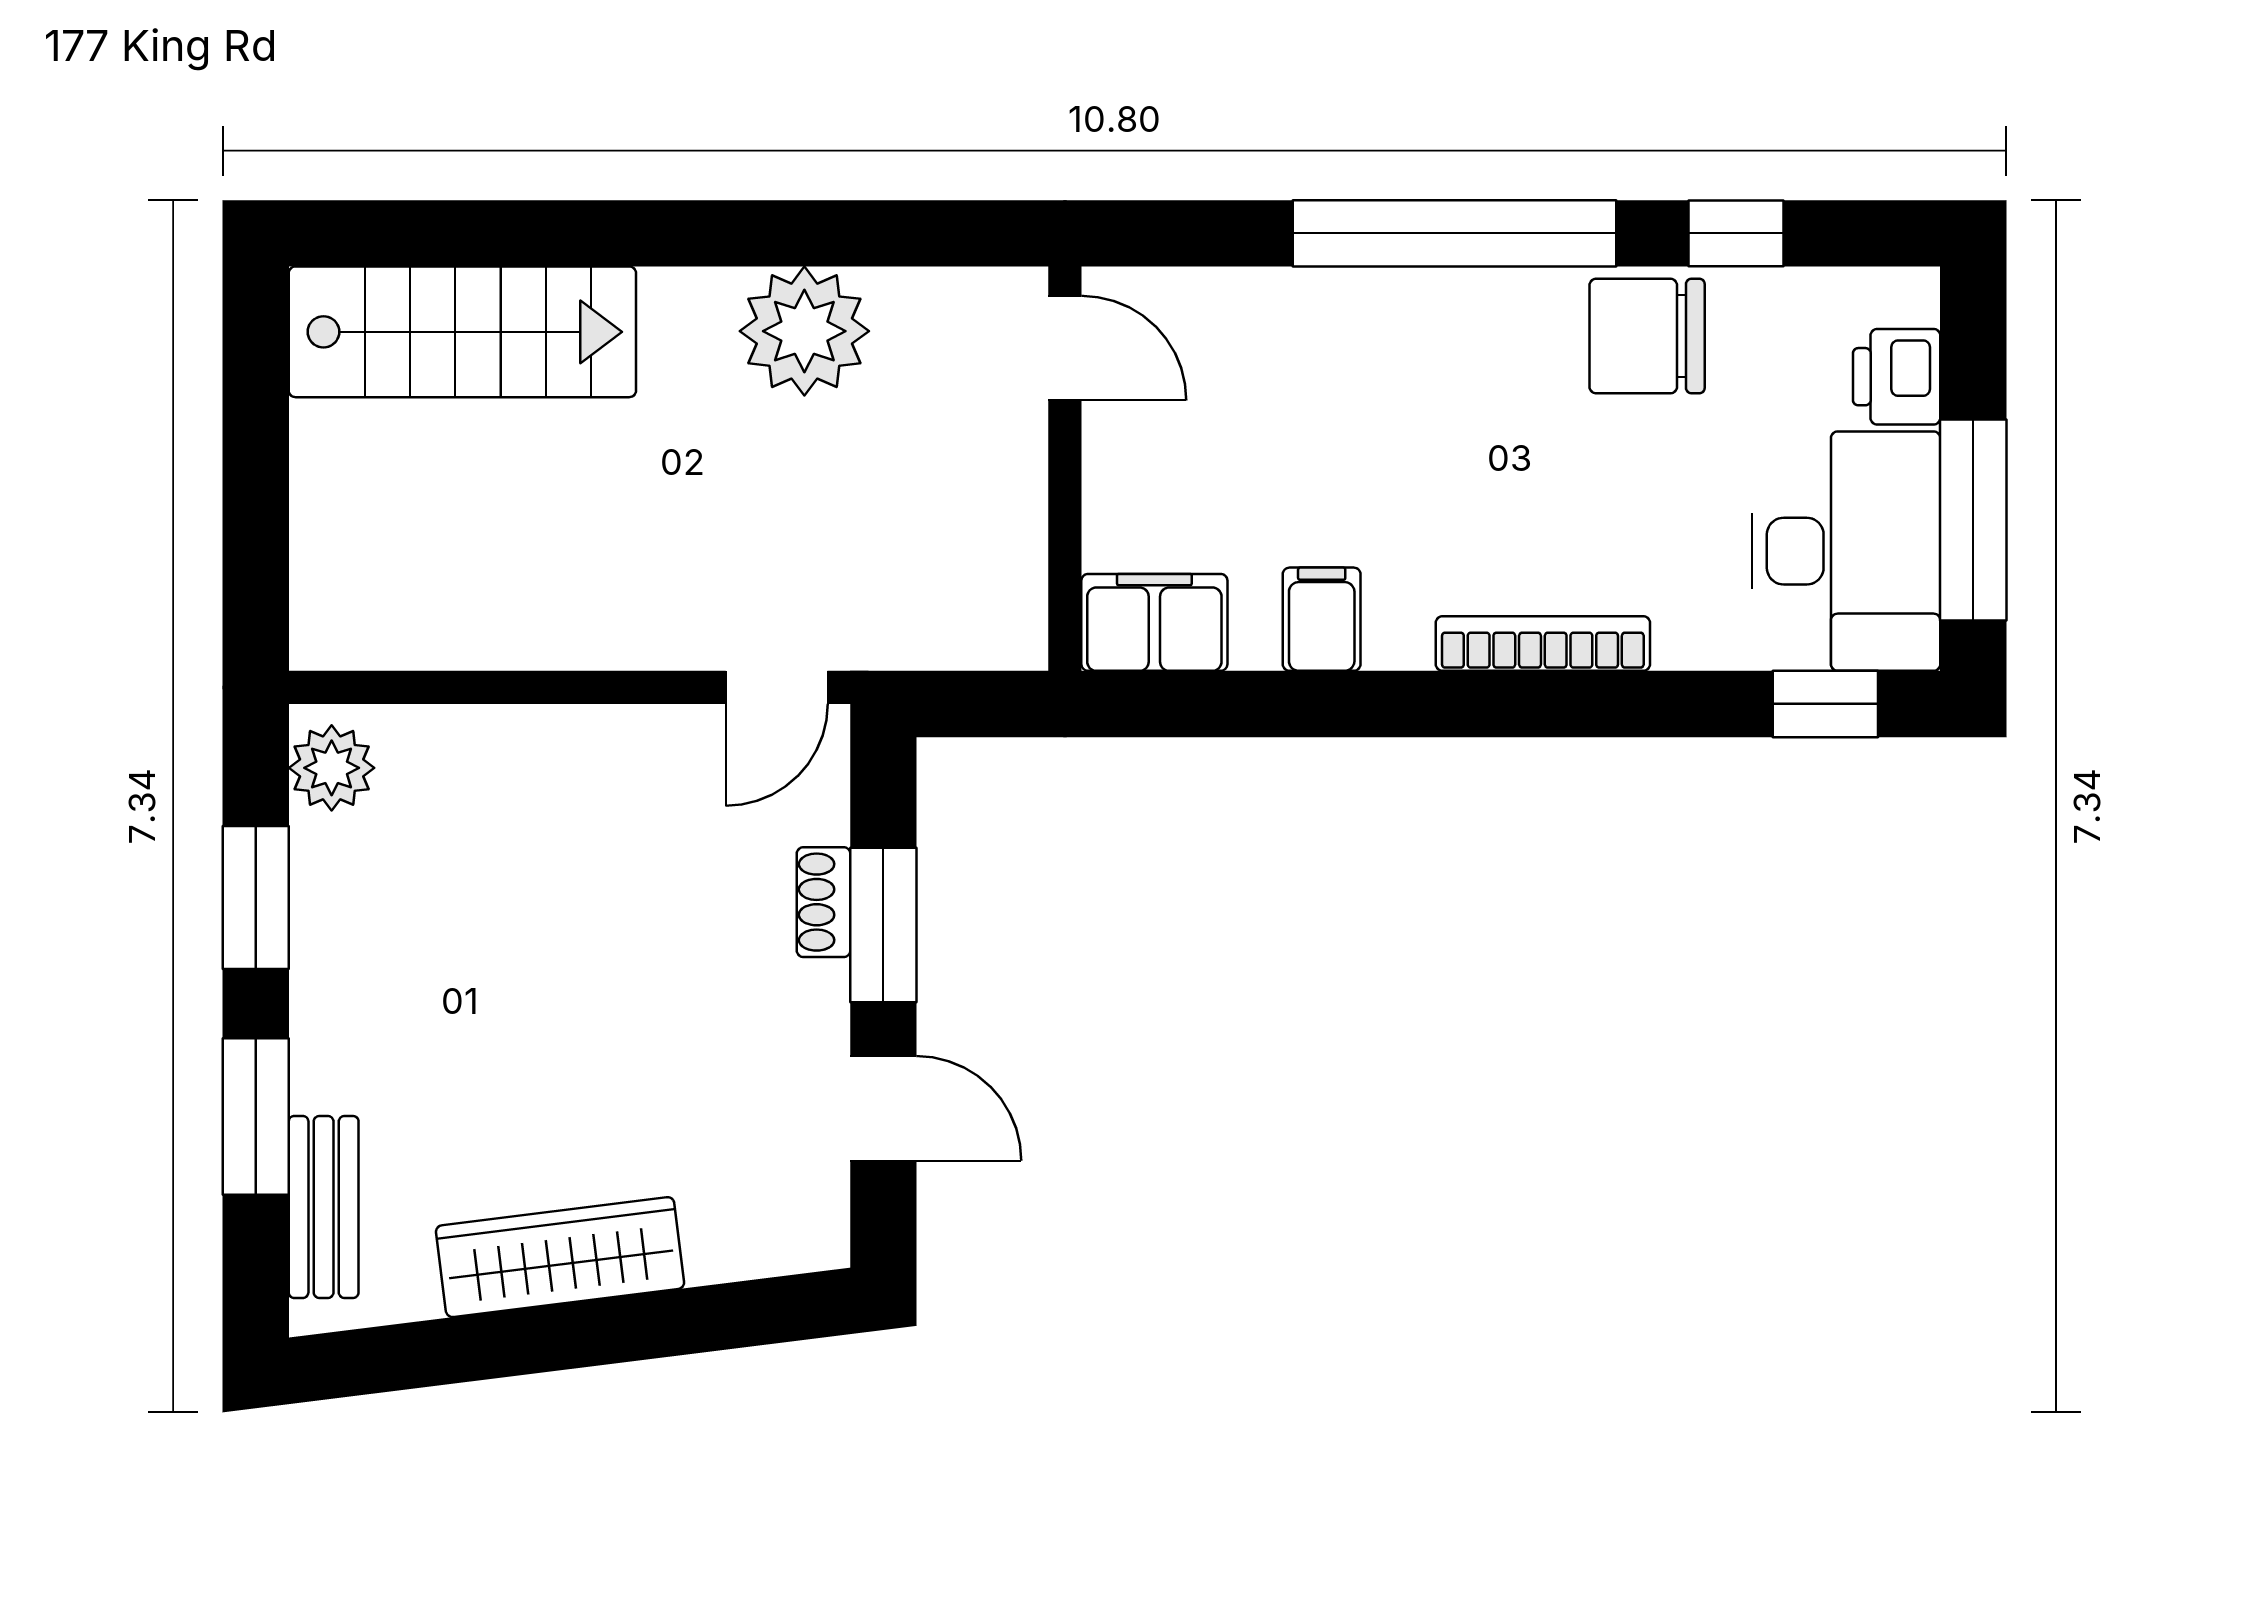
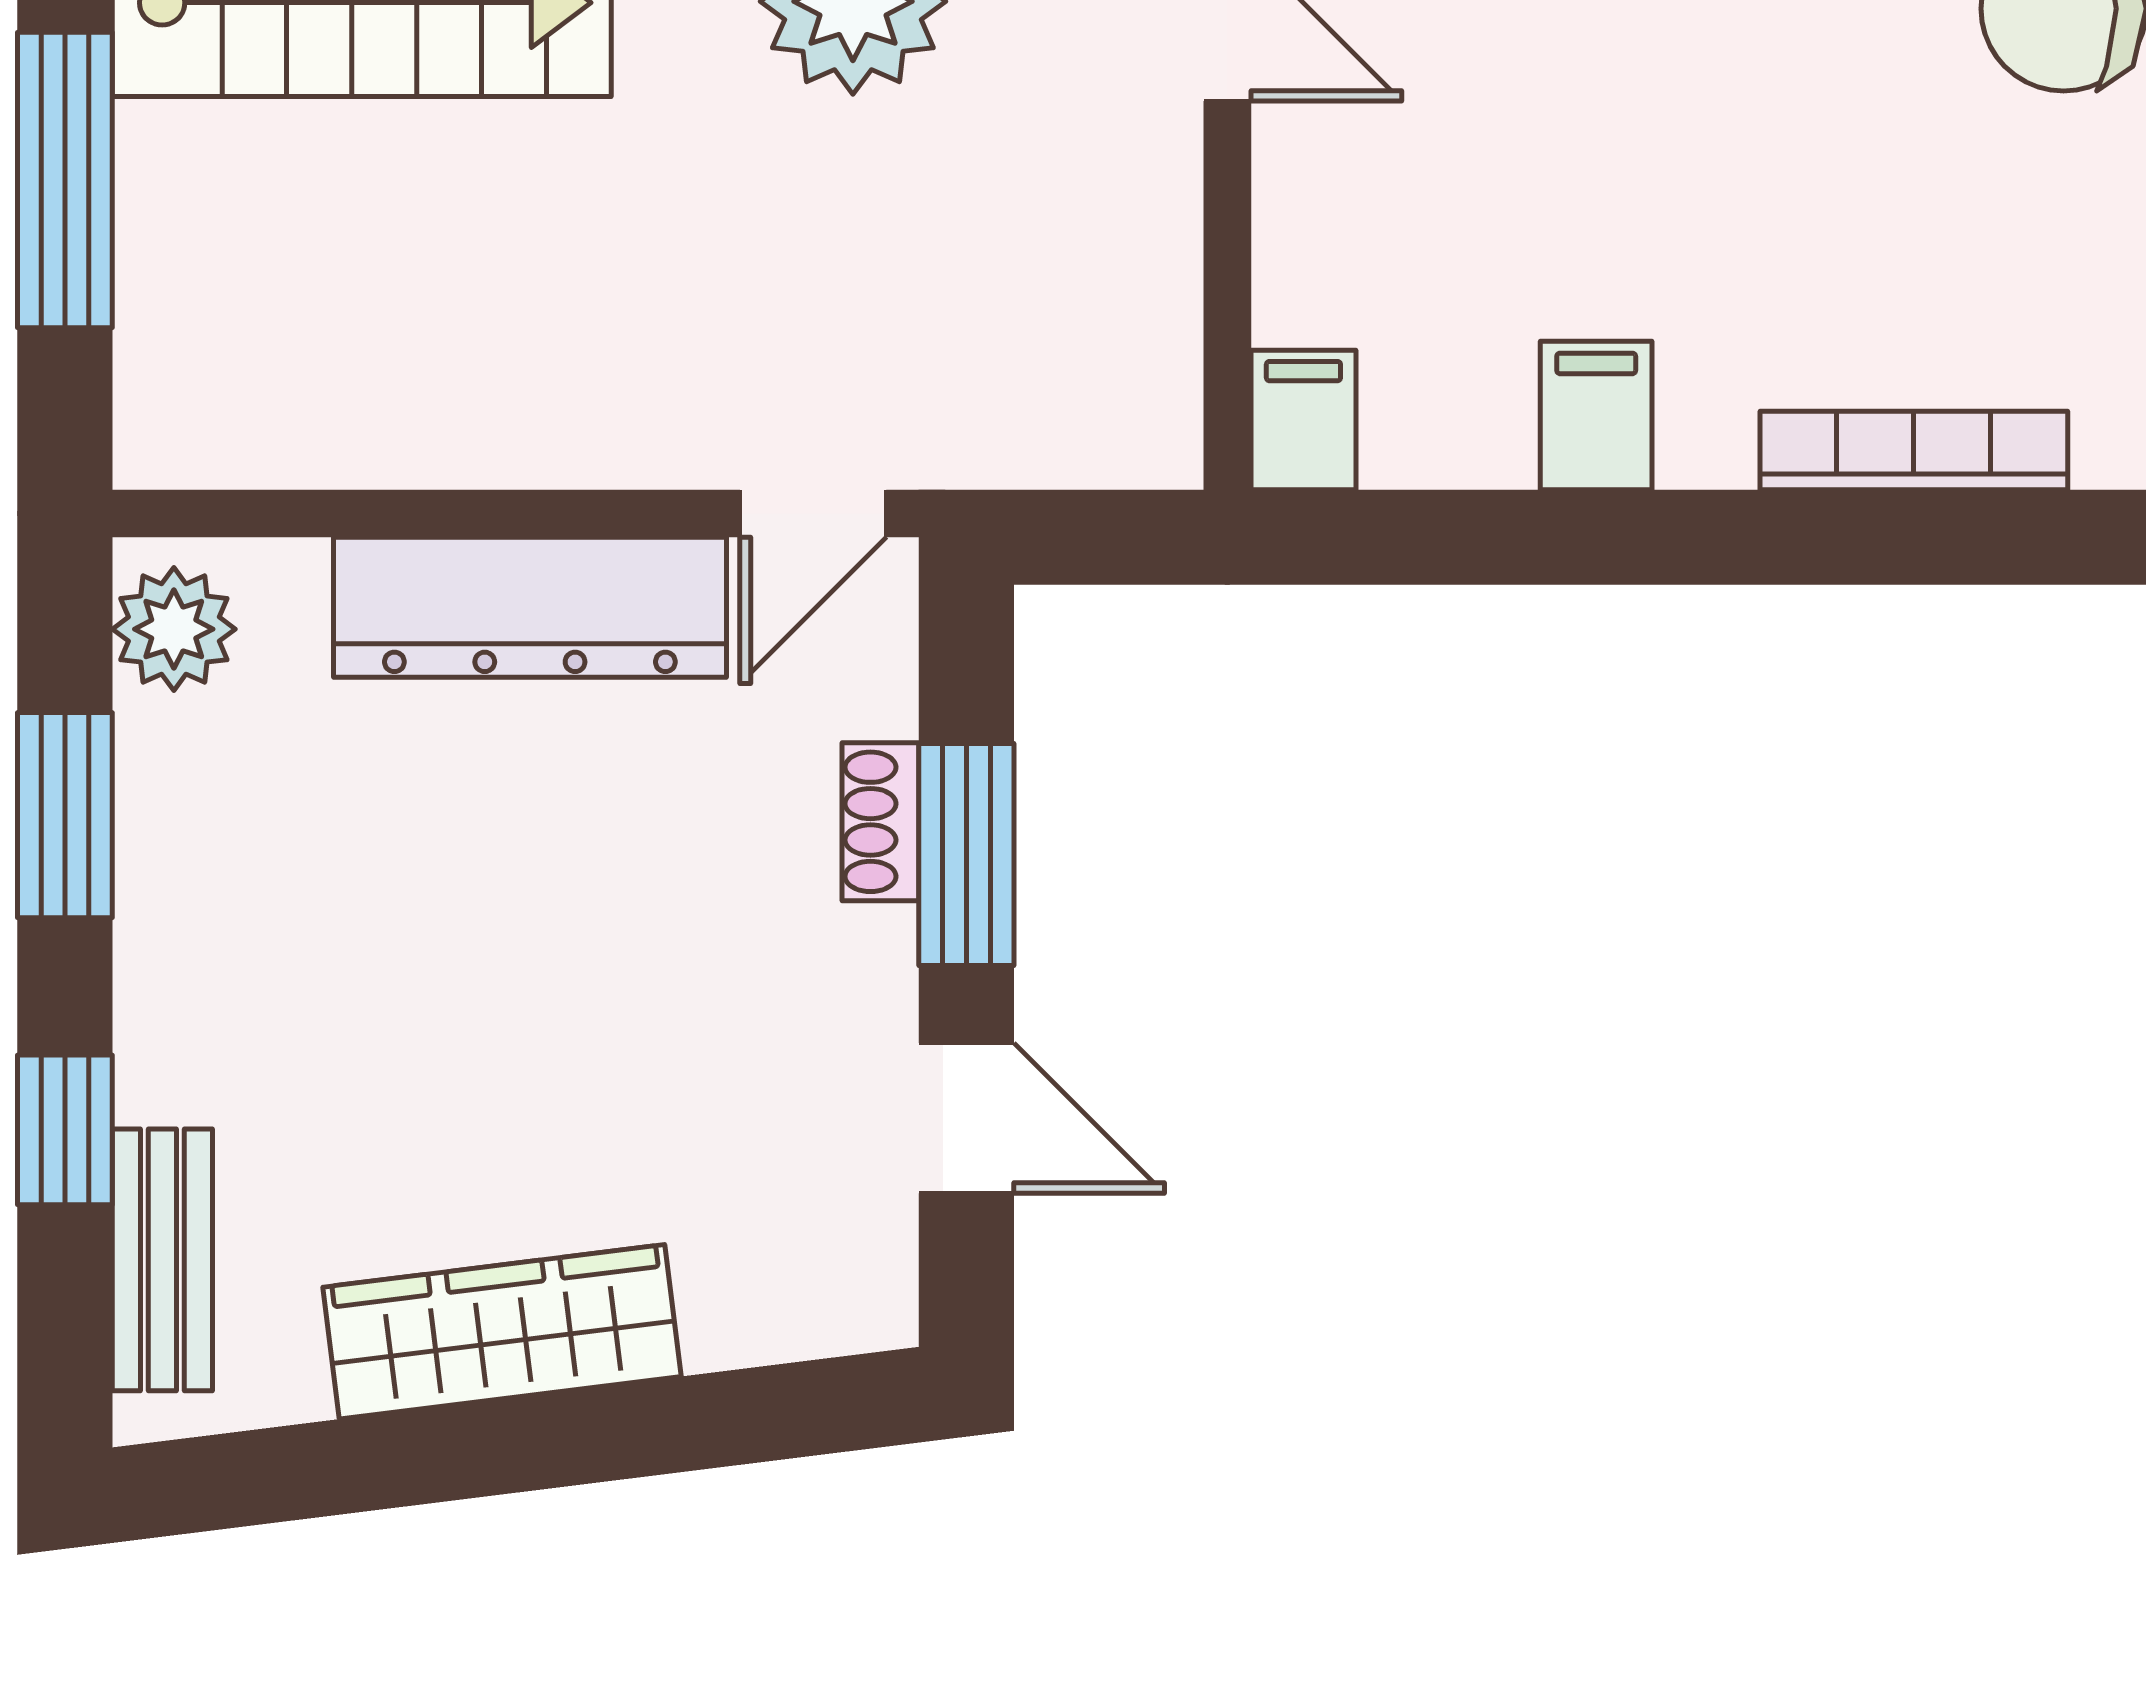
window: (256, 455) -> (65, 180), added
filing cabinet: (1154, 622) -> (1303, 420), width x0.50
dresser: (579, 753) -> (530, 607), added
window: (256, 1117) -> (65, 1130), width x0.67

